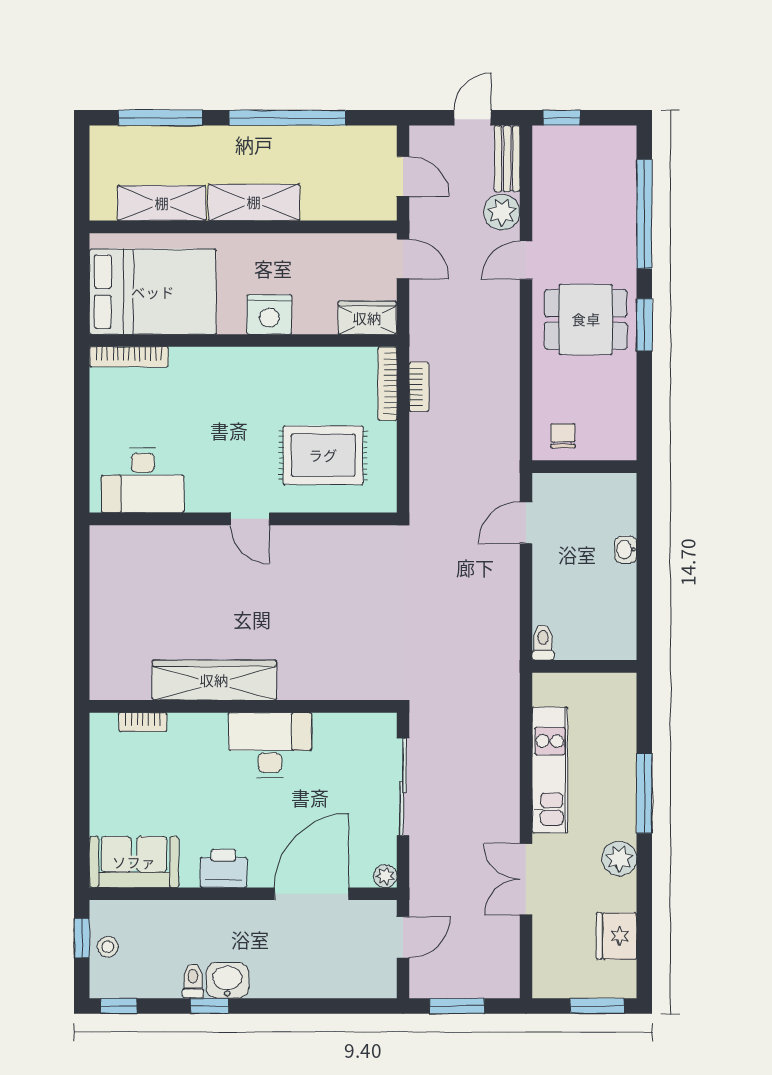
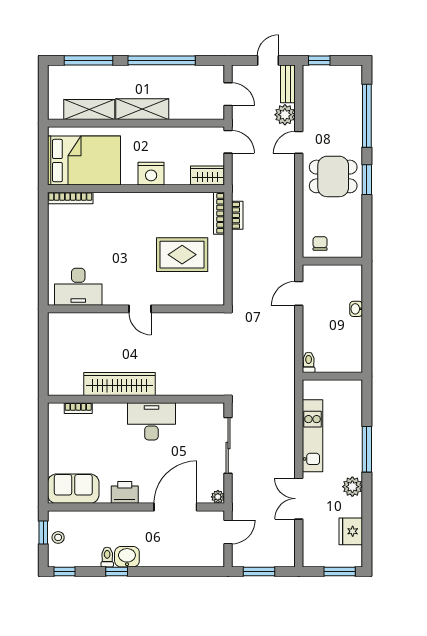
desk: (143, 480) -> (78, 287), moved
wall: (243, 519) -> (136, 309), moved
door: (250, 519) -> (140, 309), moved

